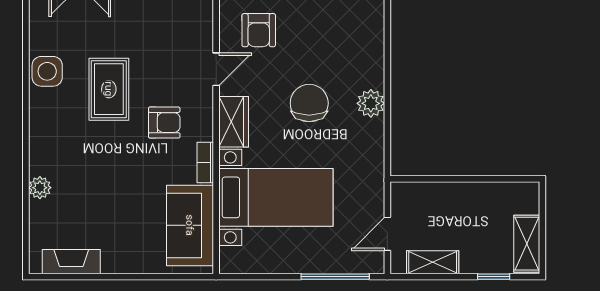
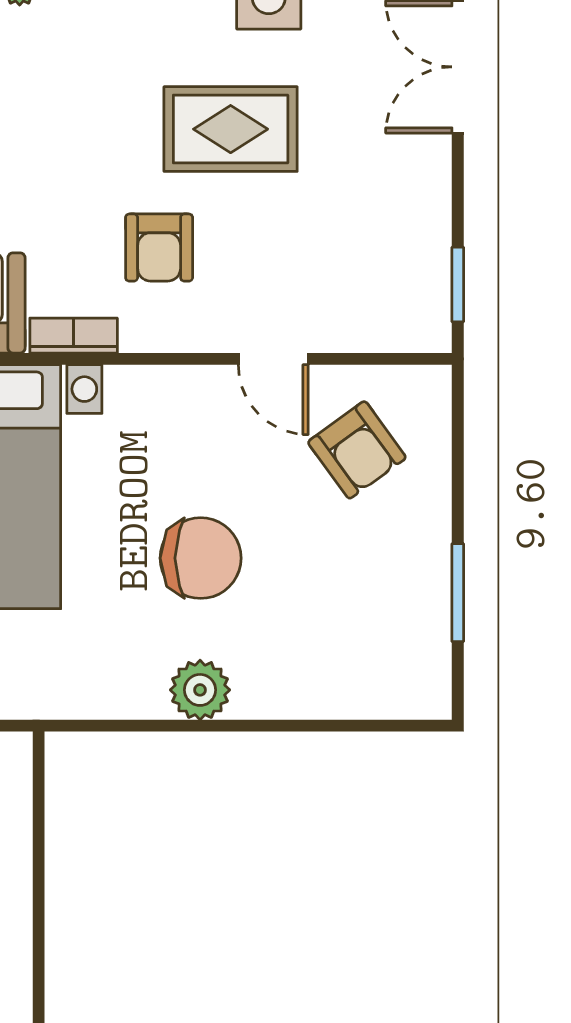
armchair: (259, 30) -> (357, 450), turned -126
wardrobe: (234, 122) -> (161, 396), removed

